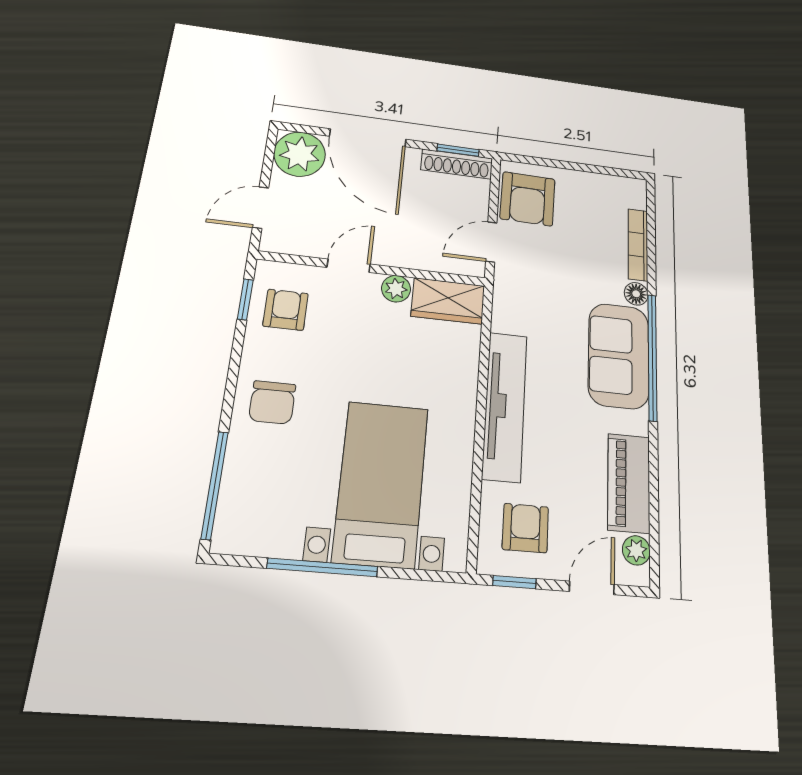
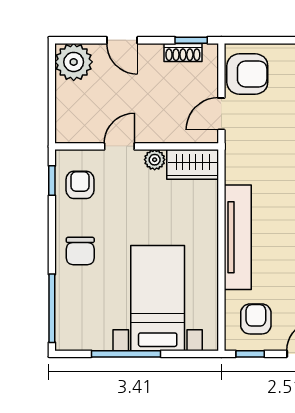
door: (368, 138) -> (122, 40), width x0.53
shoe rack: (457, 164) -> (183, 52), width x0.70
armchair: (528, 199) -> (247, 74), turned -91
door: (260, 208) -> (52, 109), removed

